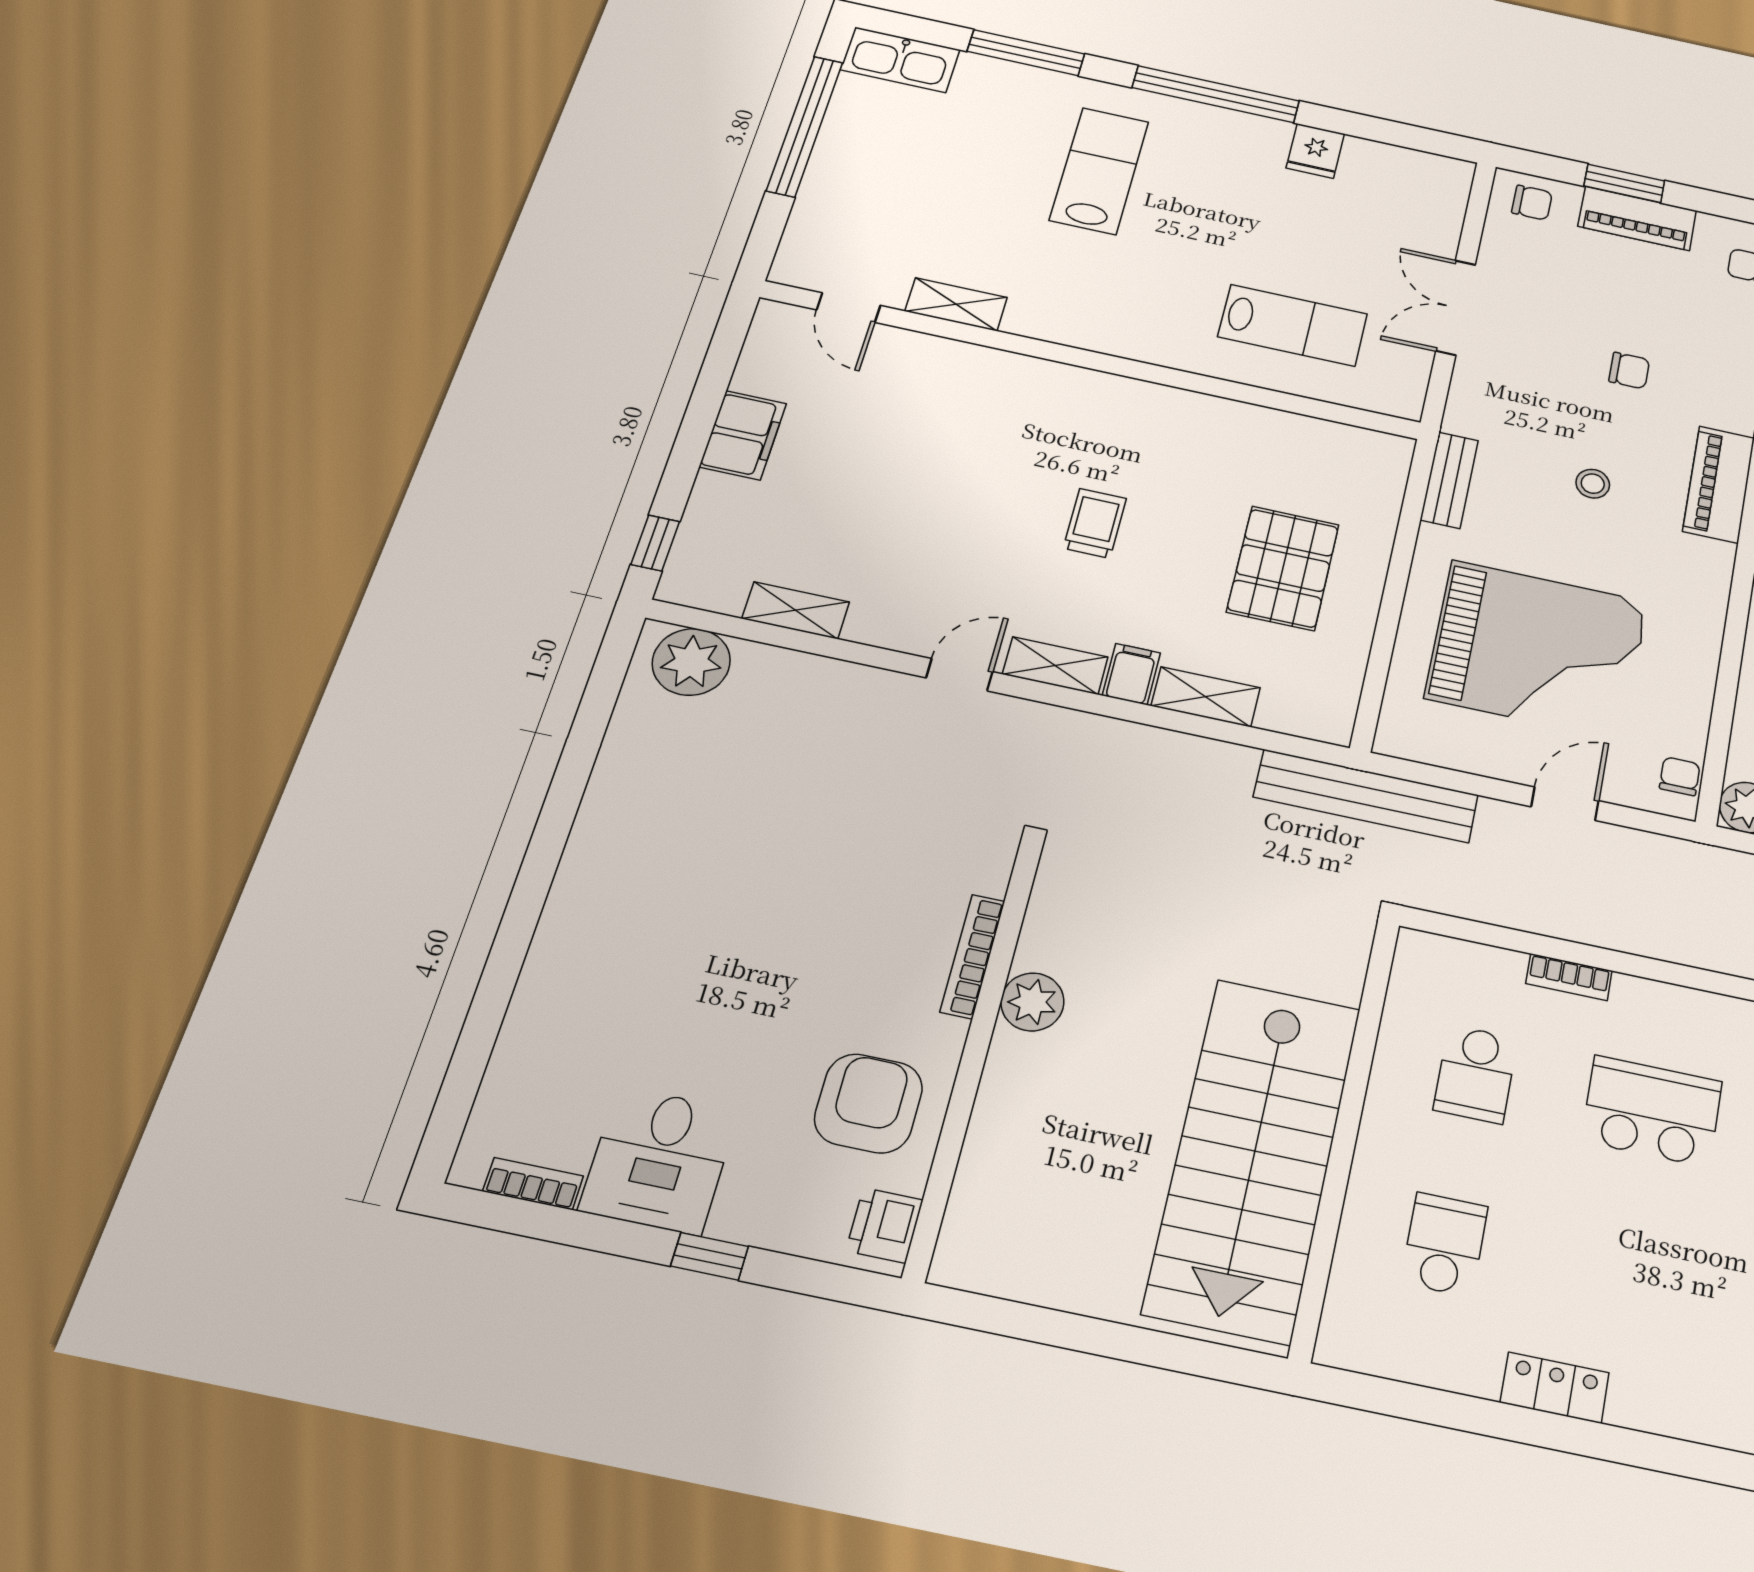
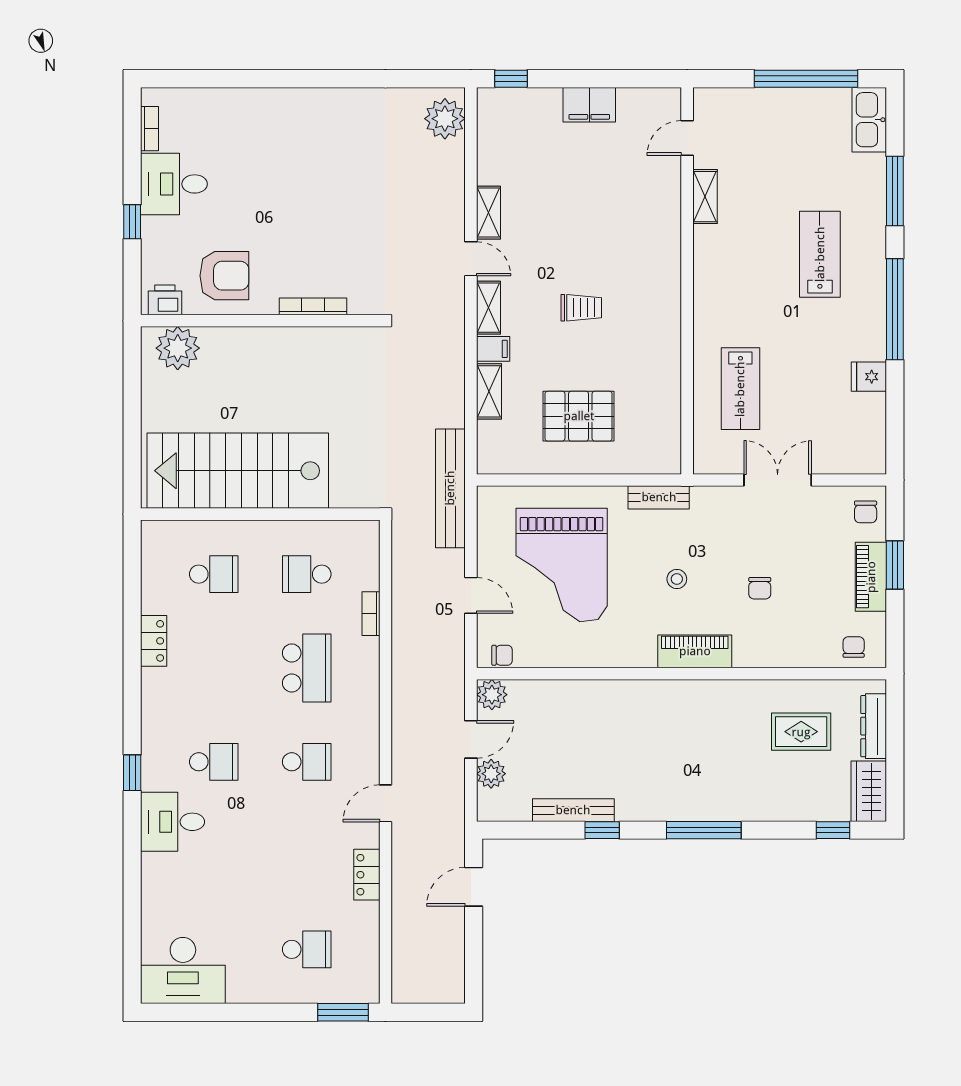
lab bench: (1099, 171) -> (820, 254), turned -90
shelving: (796, 610) -> (488, 213), moved
plant: (1032, 1002) -> (178, 348), moved, width x1.36, depth x1.36

